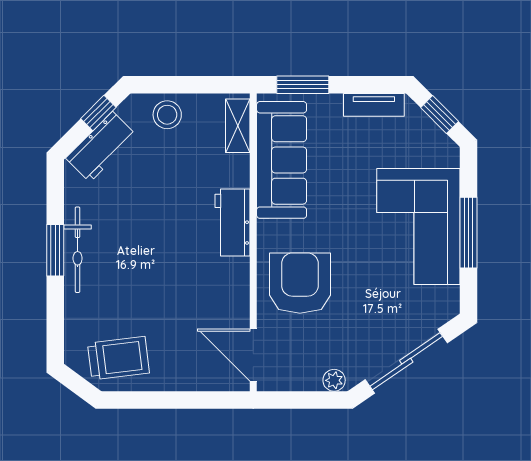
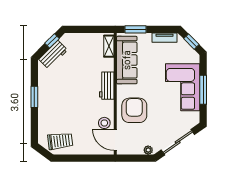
stool: (167, 115) -> (104, 123), moved
bicycle: (78, 250) -> (43, 97), removed

